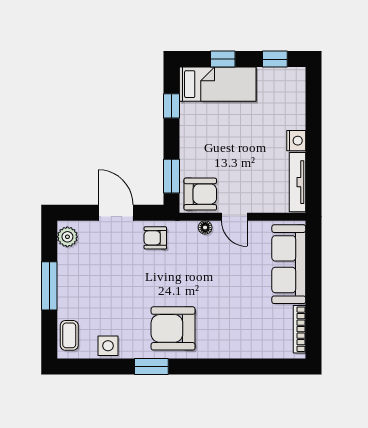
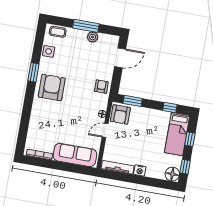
floor lamp: (292, 80) -> (172, 174), added
door: (116, 213) -> (120, 58), moved
plant: (67, 237) -> (93, 37), moved

